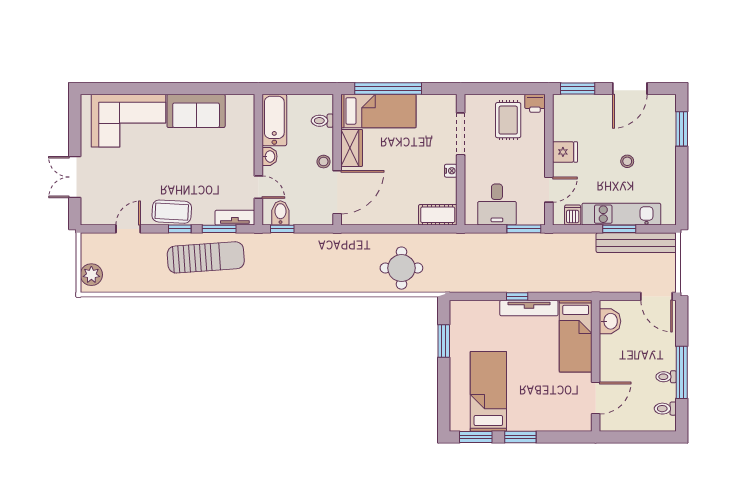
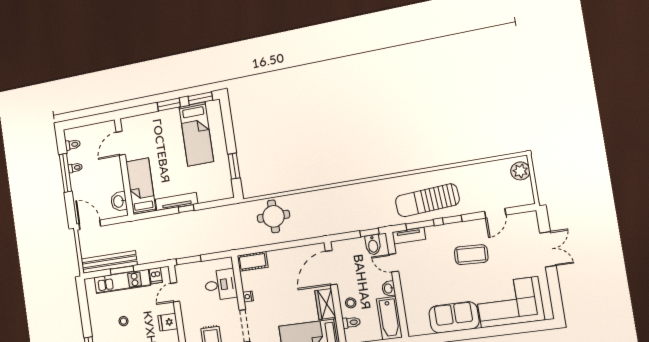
stool: (324, 162) -> (351, 303), moved
desk: (497, 205) -> (221, 285), moved, turned 90
coffee table: (172, 212) -> (471, 255), moved

